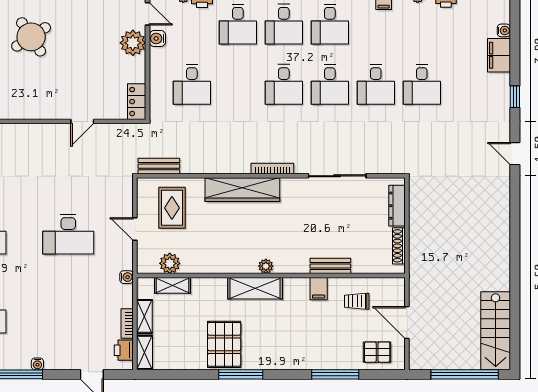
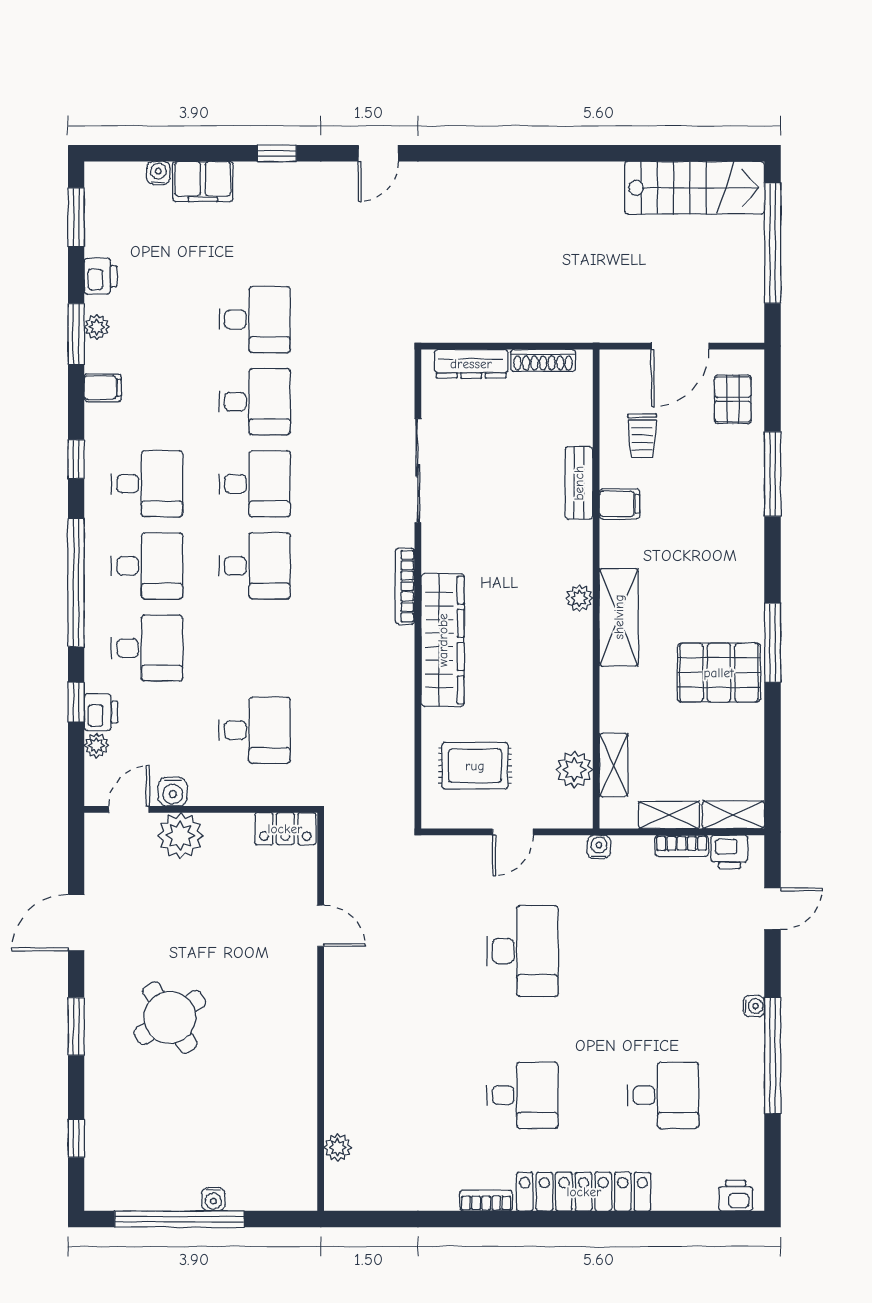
bench: (159, 166) -> (401, 789), removed

